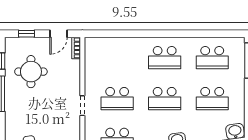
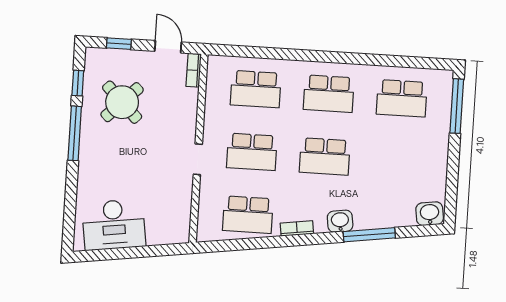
door: (59, 34) -> (168, 47), swing flipped
round table: (31, 72) -> (122, 102), turned 45
school desk: (212, 99) -> (256, 89), moved

